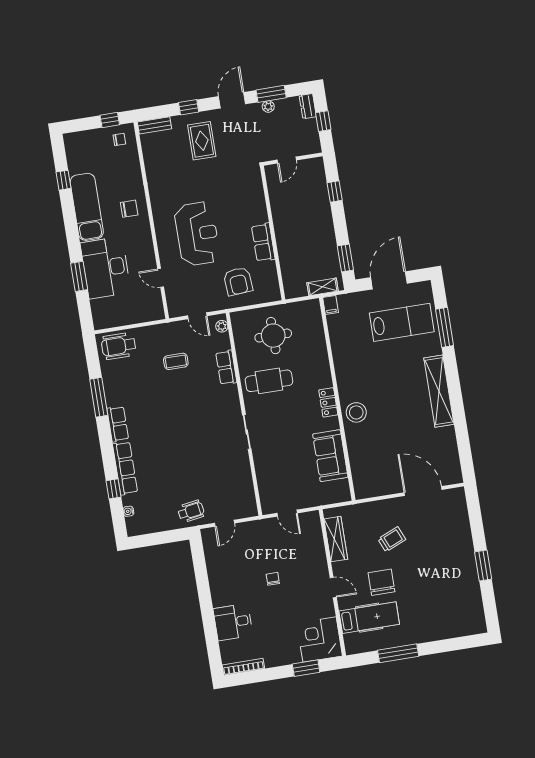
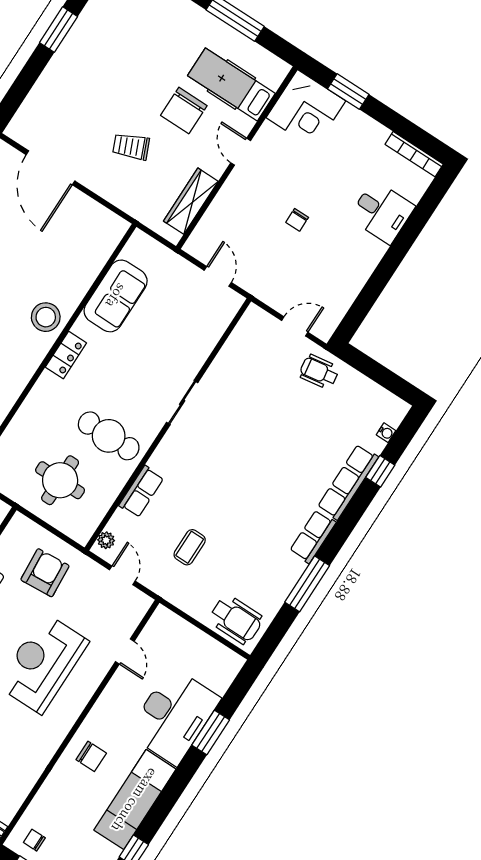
chair: (129, 209) -> (91, 756), turned 180
coffee table: (176, 361) -> (190, 547), turned 90

